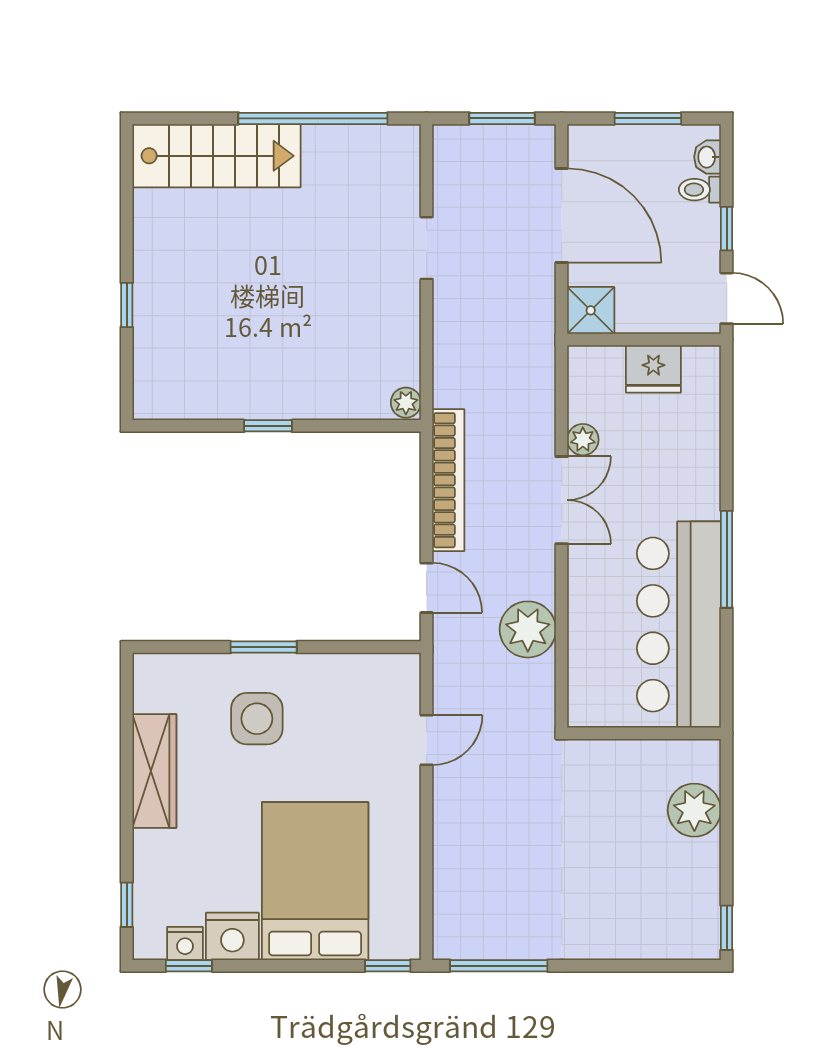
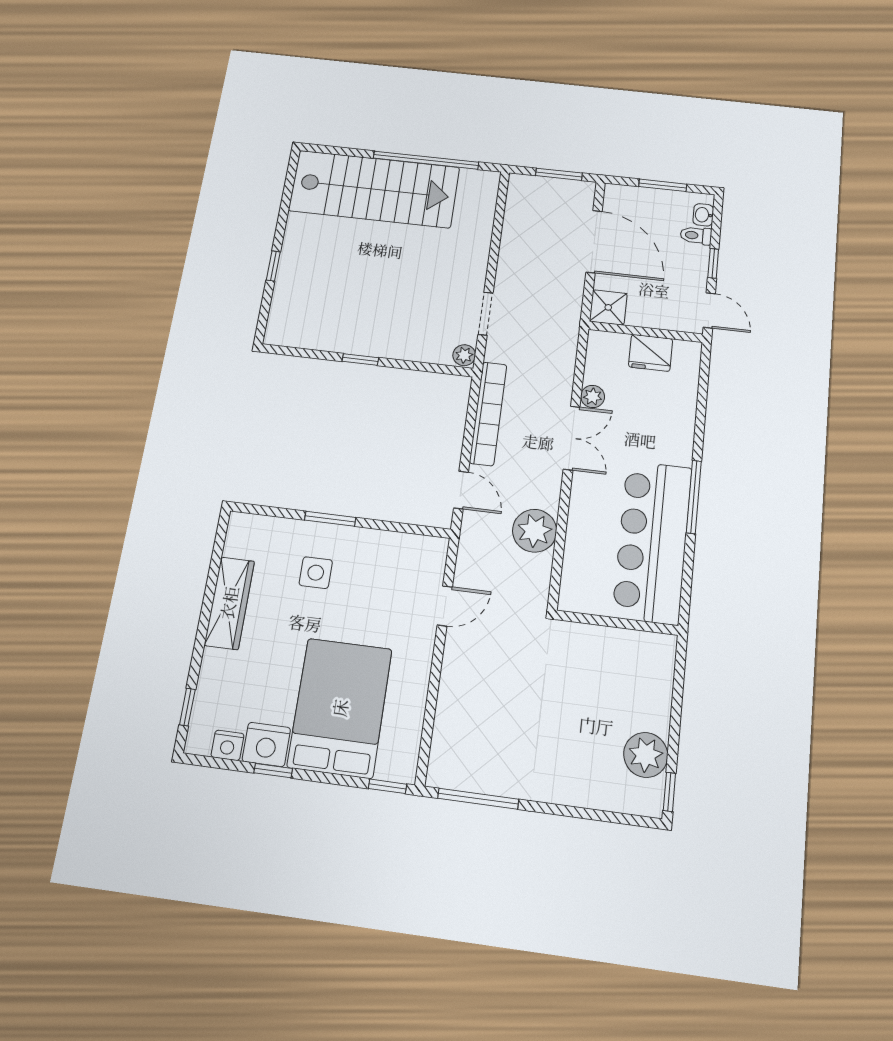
stairs: (216, 156) -> (374, 189), width x1.36, depth x1.51
doorway: (427, 248) -> (485, 314), moved
side table: (257, 719) -> (316, 573), width x0.73, depth x0.73
plant: (694, 810) -> (646, 755), moved
window: (189, 966) -> (273, 771), moved

